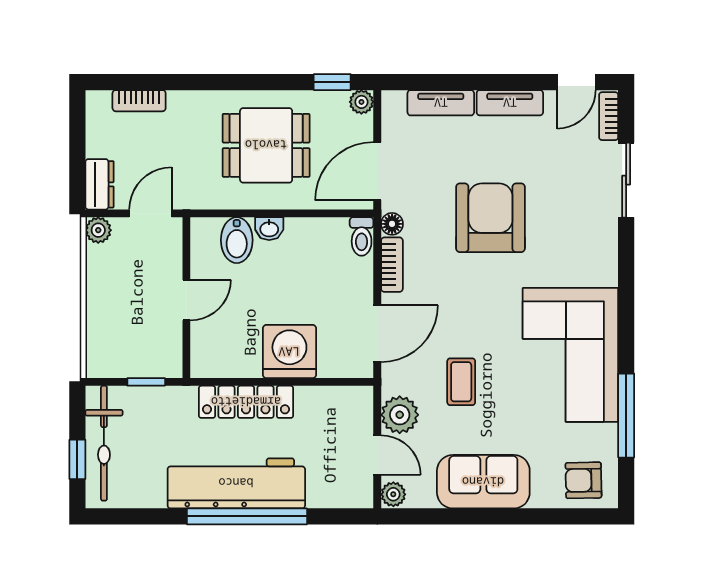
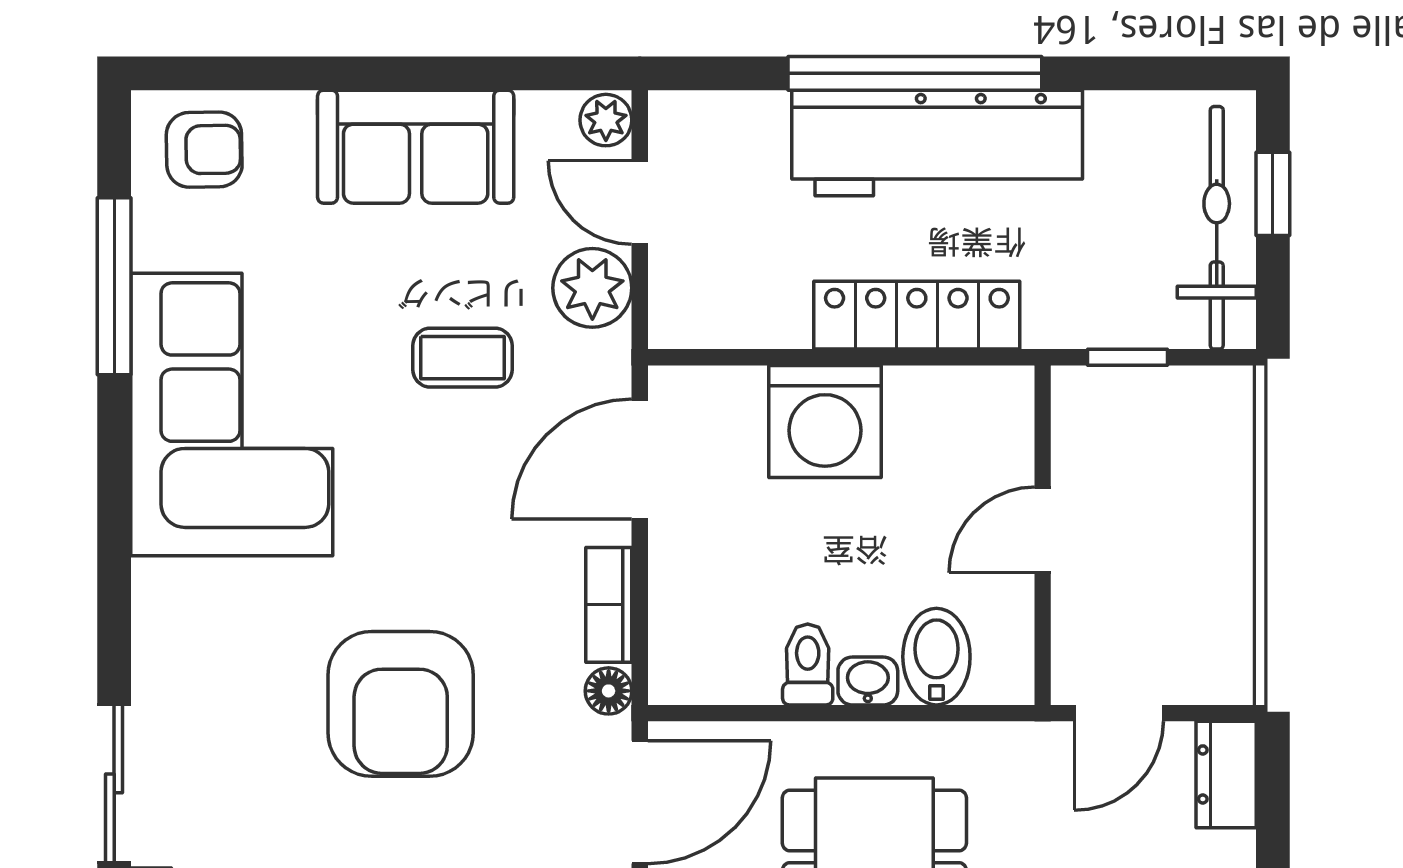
plant: (98, 230) -> (1229, 678), removed
toilet: (362, 236) -> (808, 664), moved
coffee table: (461, 382) -> (462, 358), turned 90

